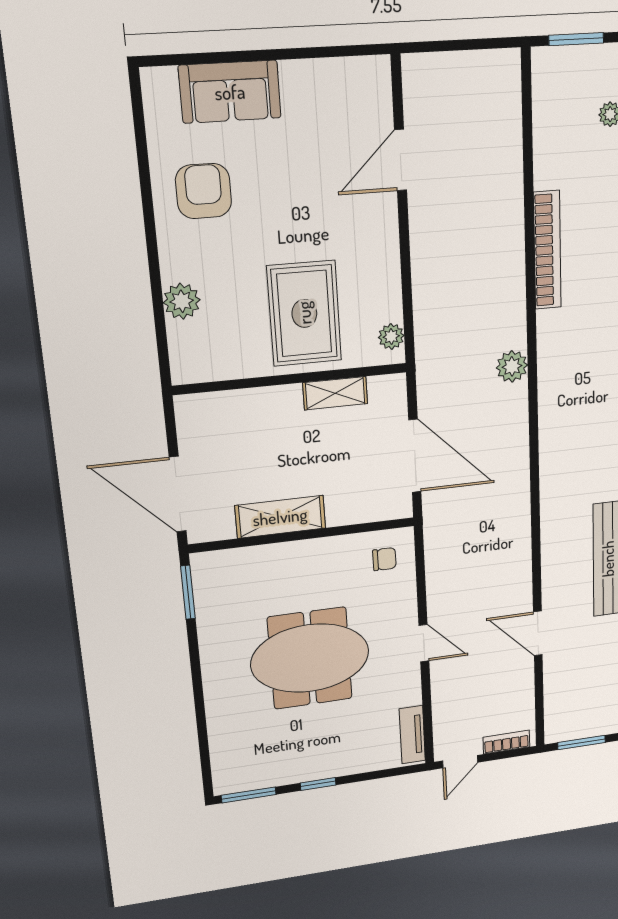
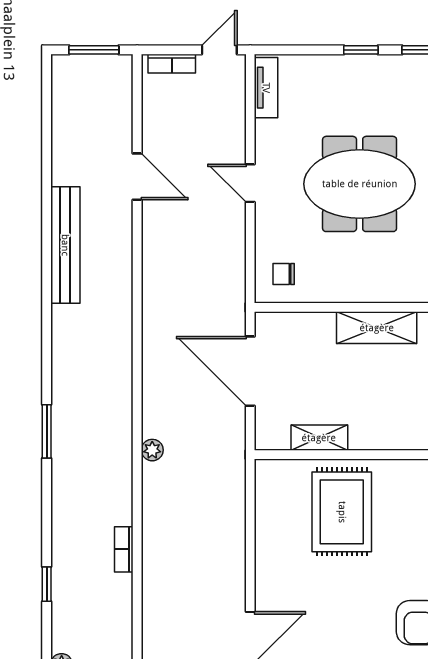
bookcase: (547, 250) -> (124, 549), width x0.43, depth x0.76
plant: (391, 337) -> (266, 484), removed
plant: (512, 366) -> (152, 450), width x0.73, depth x0.73

